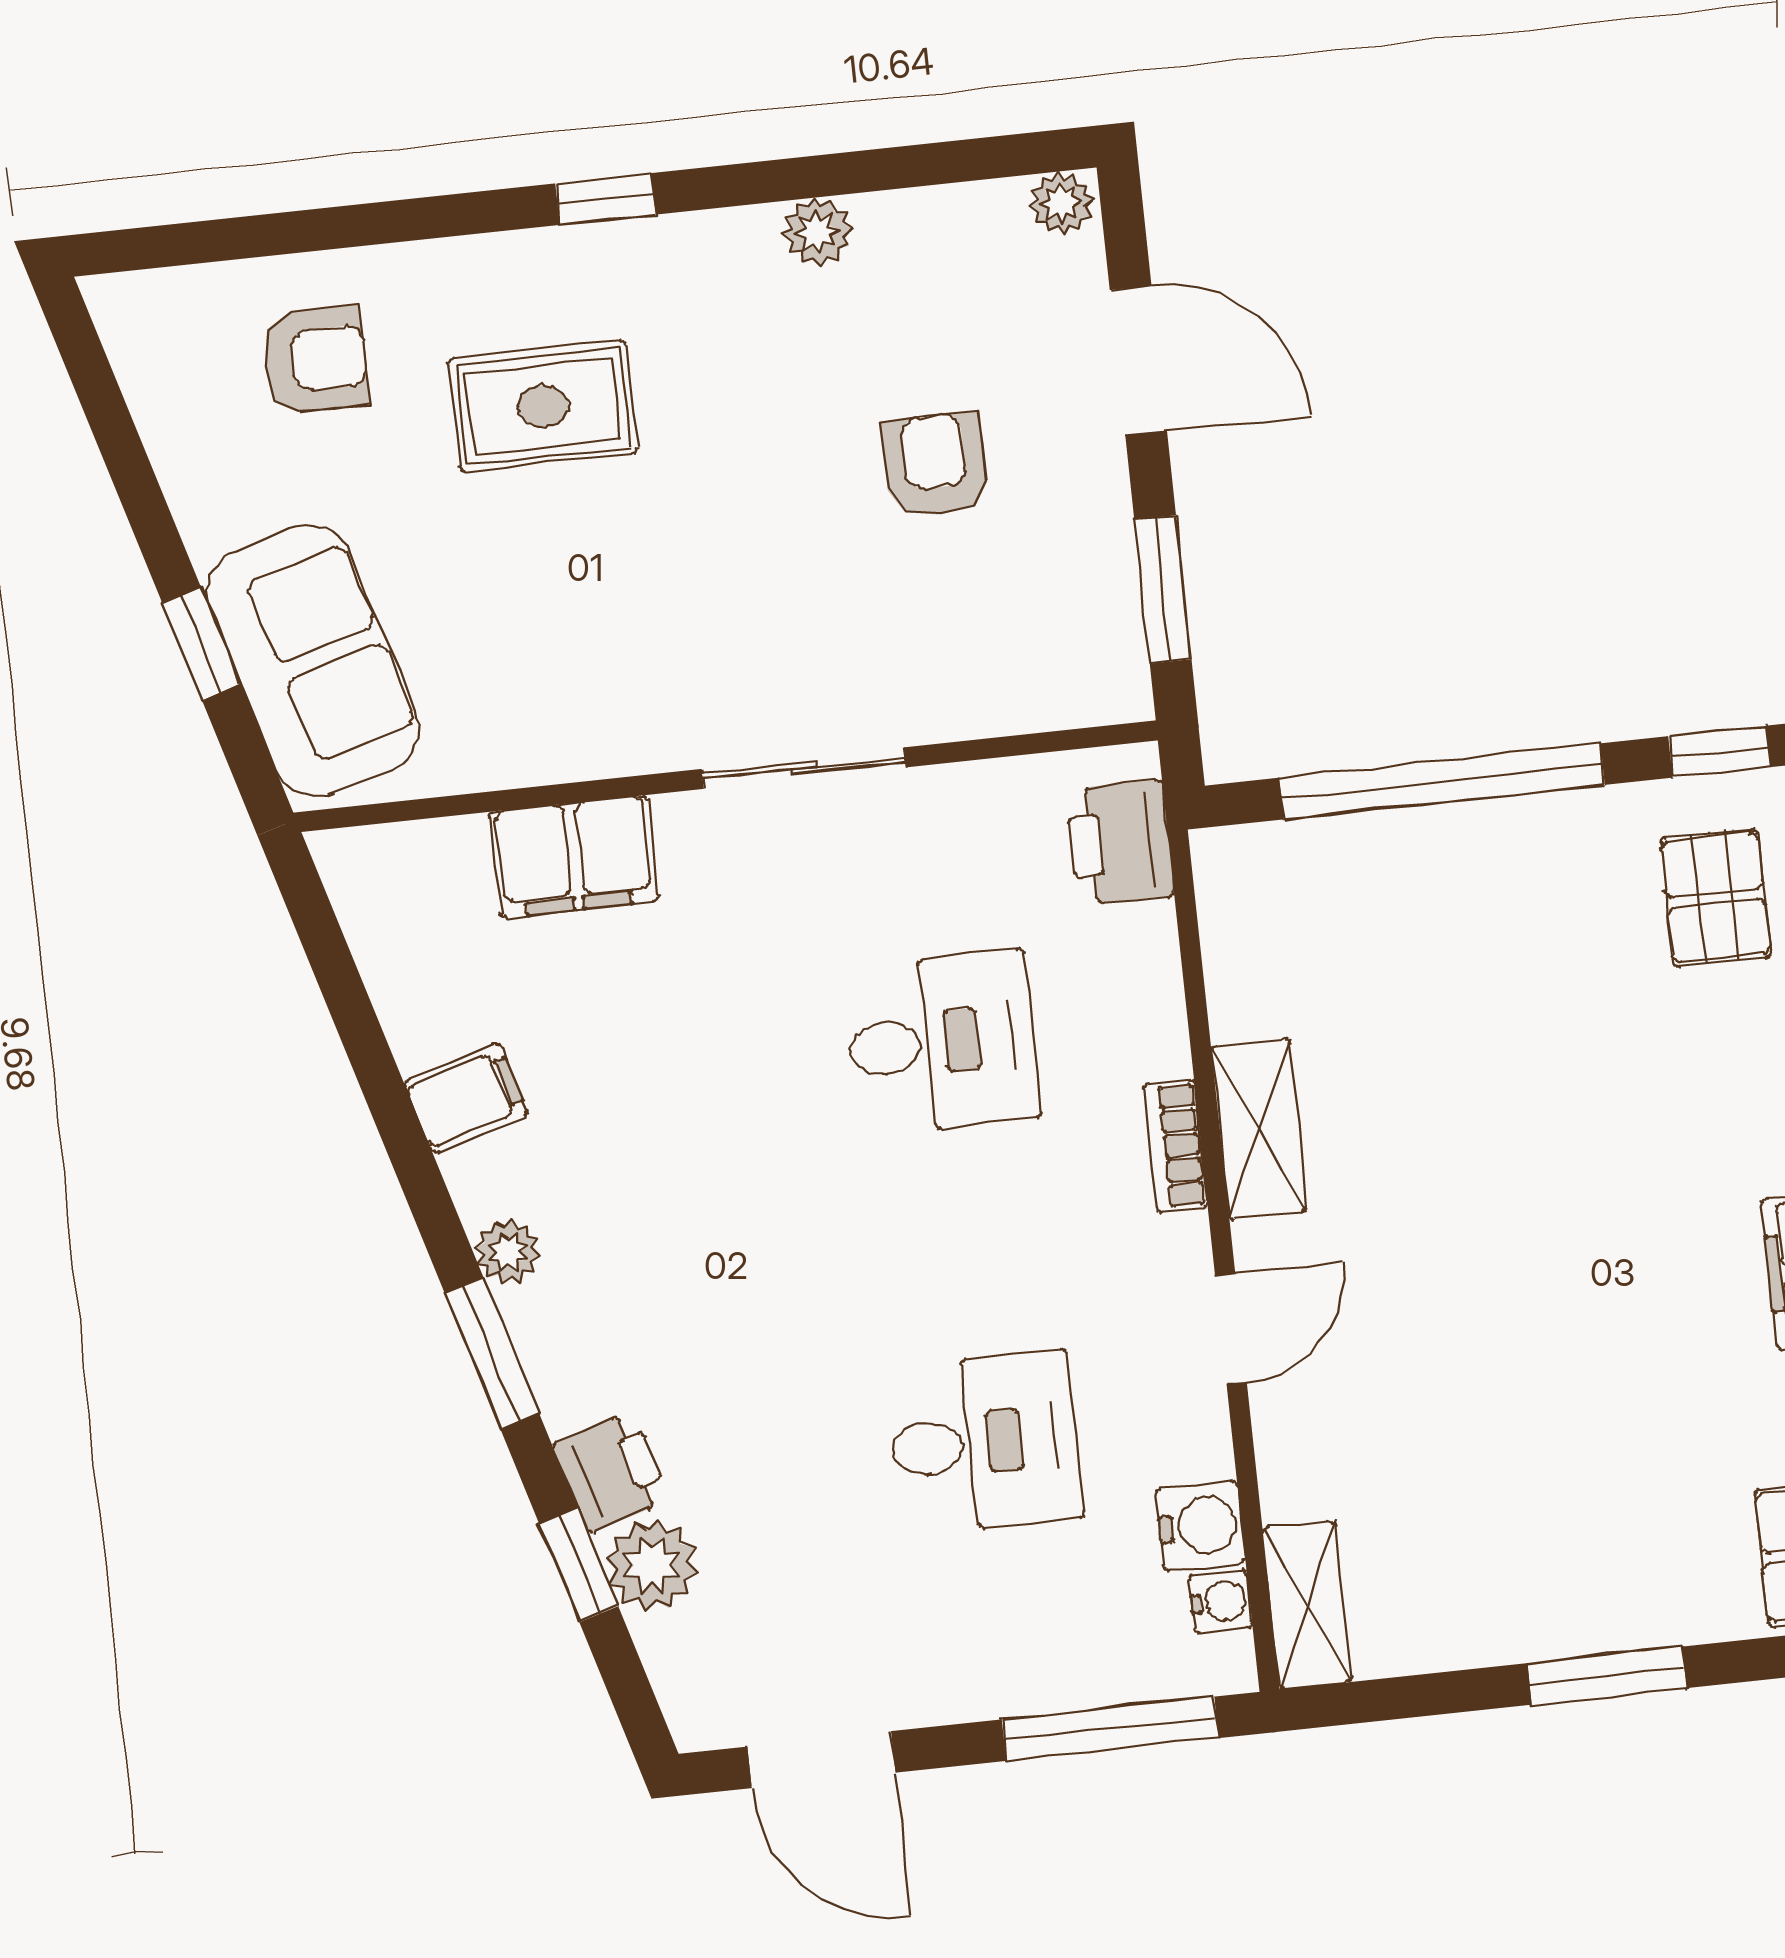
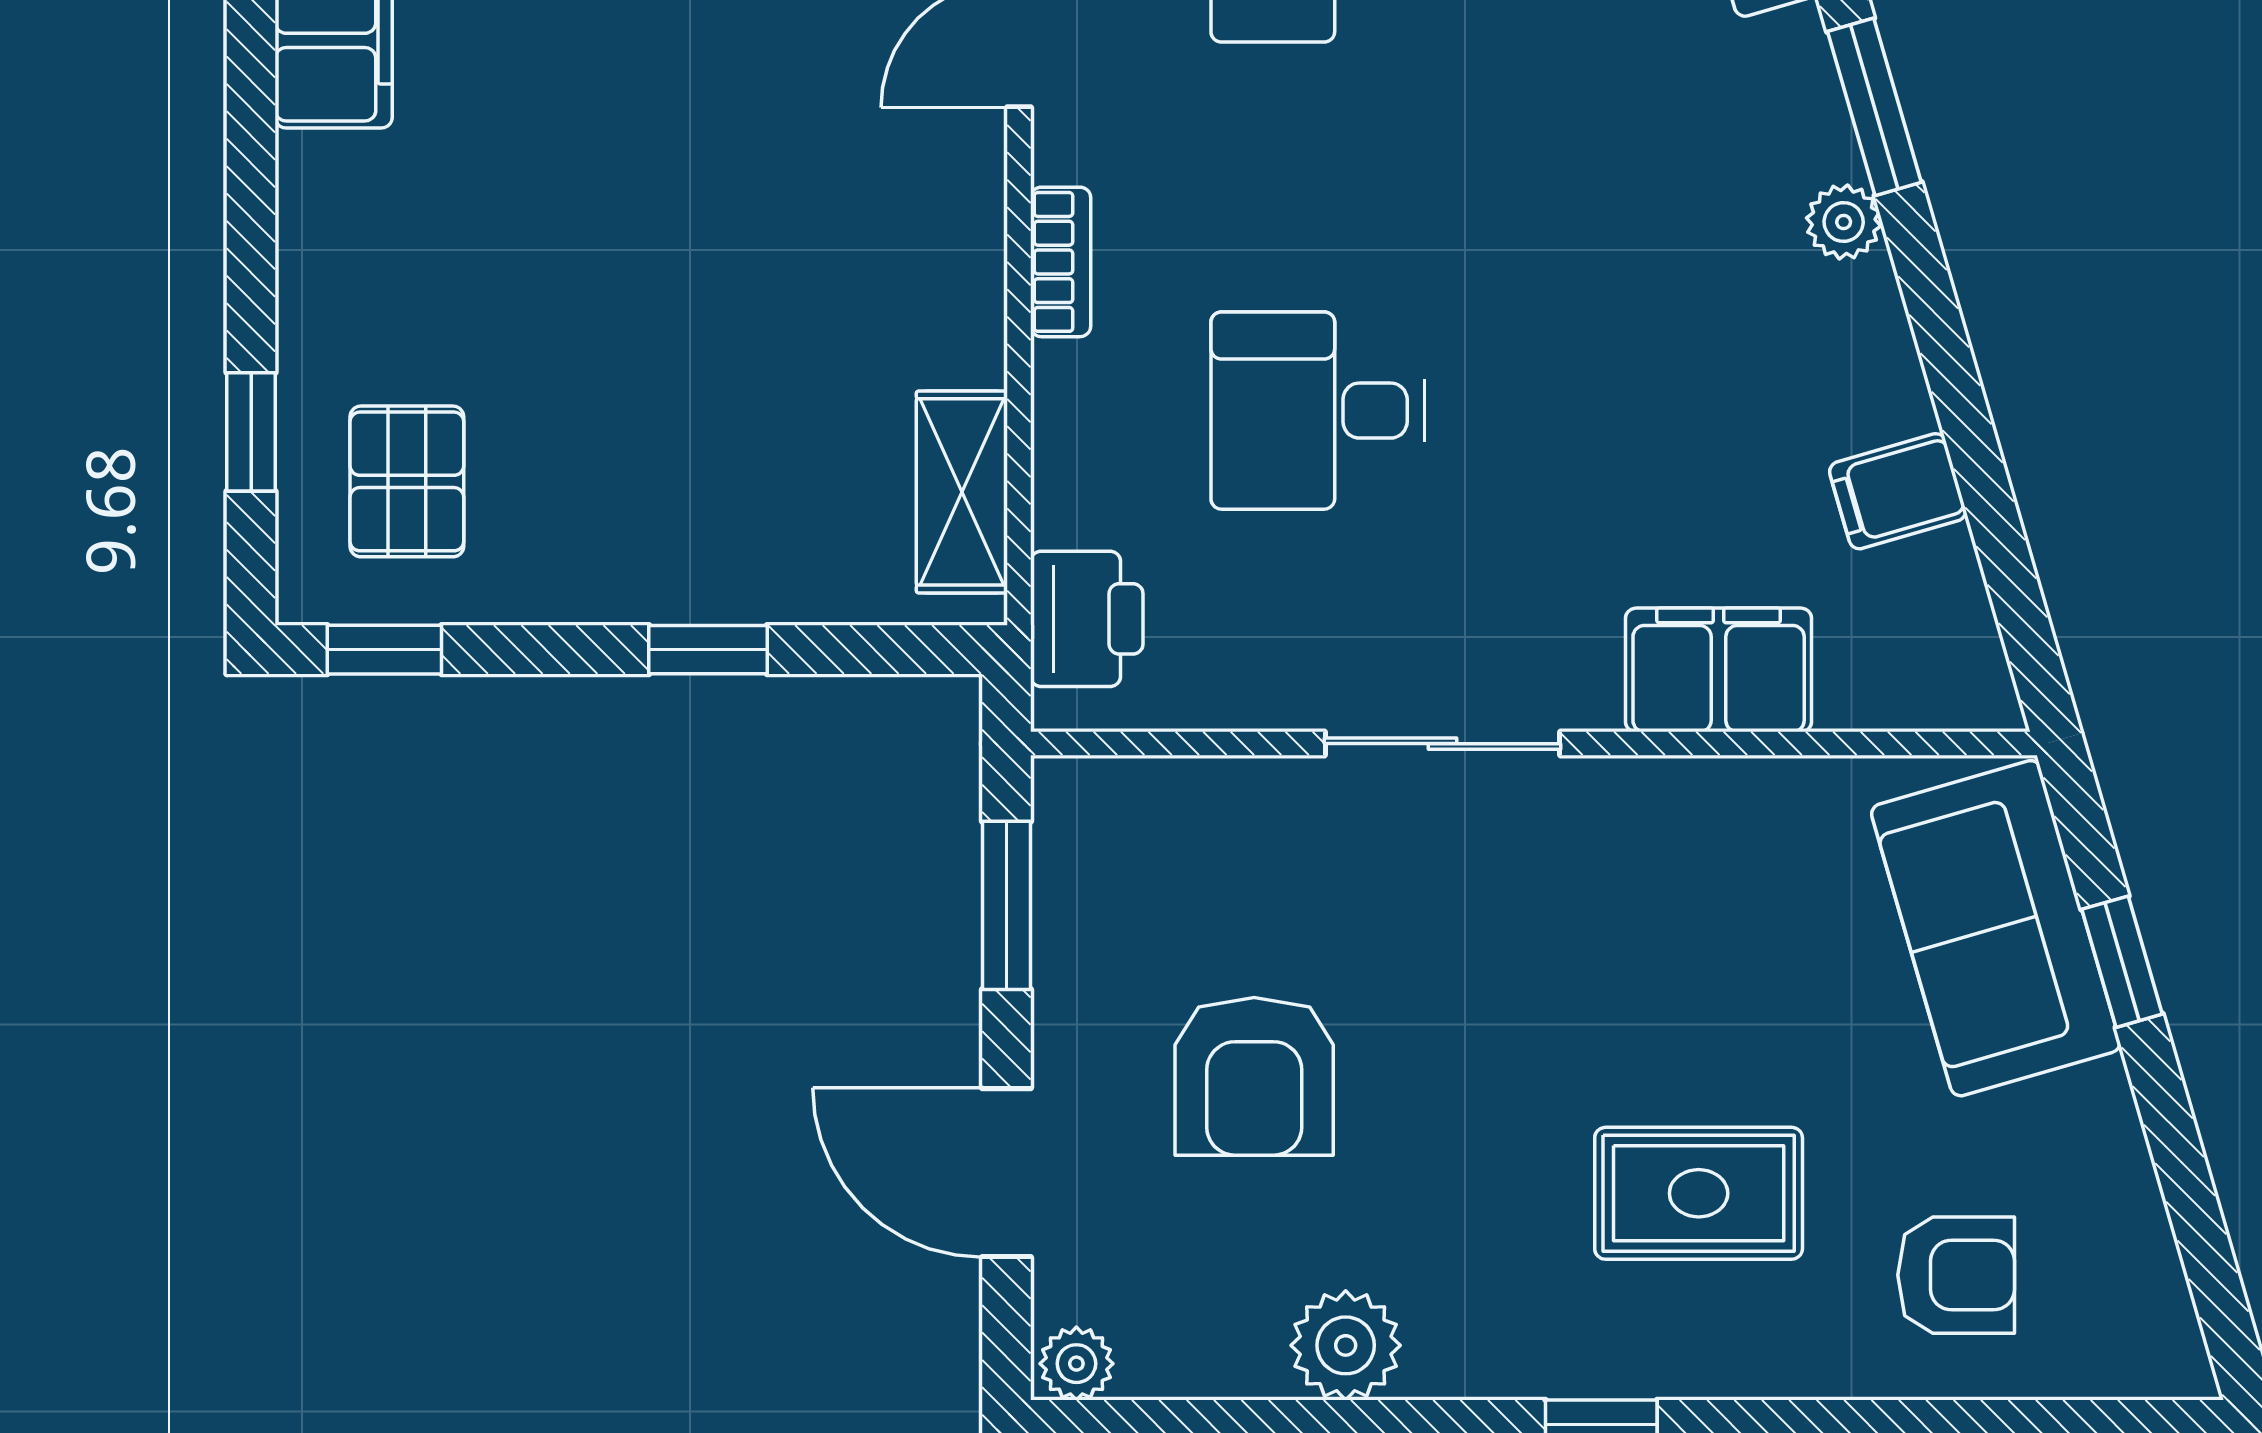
plant: (818, 232) -> (1346, 1345), width x1.38, depth x1.38
armchair: (315, 360) -> (1956, 1275), turned 180
armchair: (935, 466) -> (1254, 1076), width x1.38, depth x1.38
window: (1442, 781) -> (708, 650), width x0.32
filing cabinet: (466, 1098) -> (1898, 491), moved
shelving: (1259, 1129) -> (962, 492), moved

